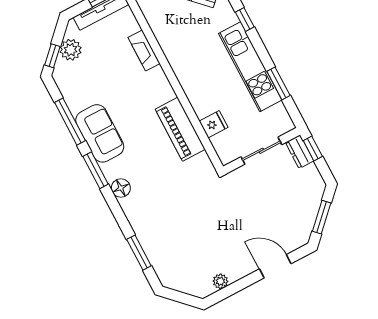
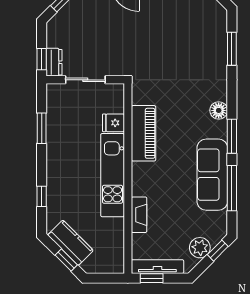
kitchen unit: (250, 67) -> (113, 175), moved, turned 180
sofa: (100, 133) -> (212, 175), width x1.36

